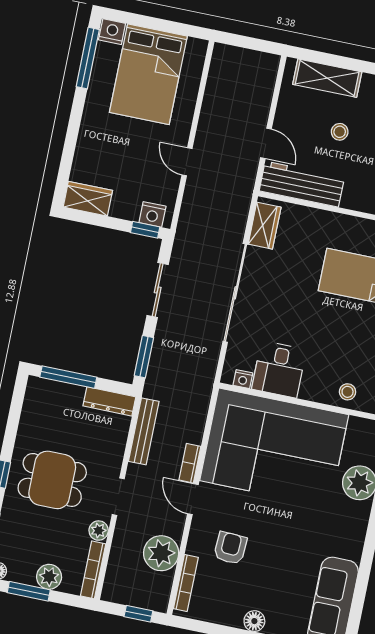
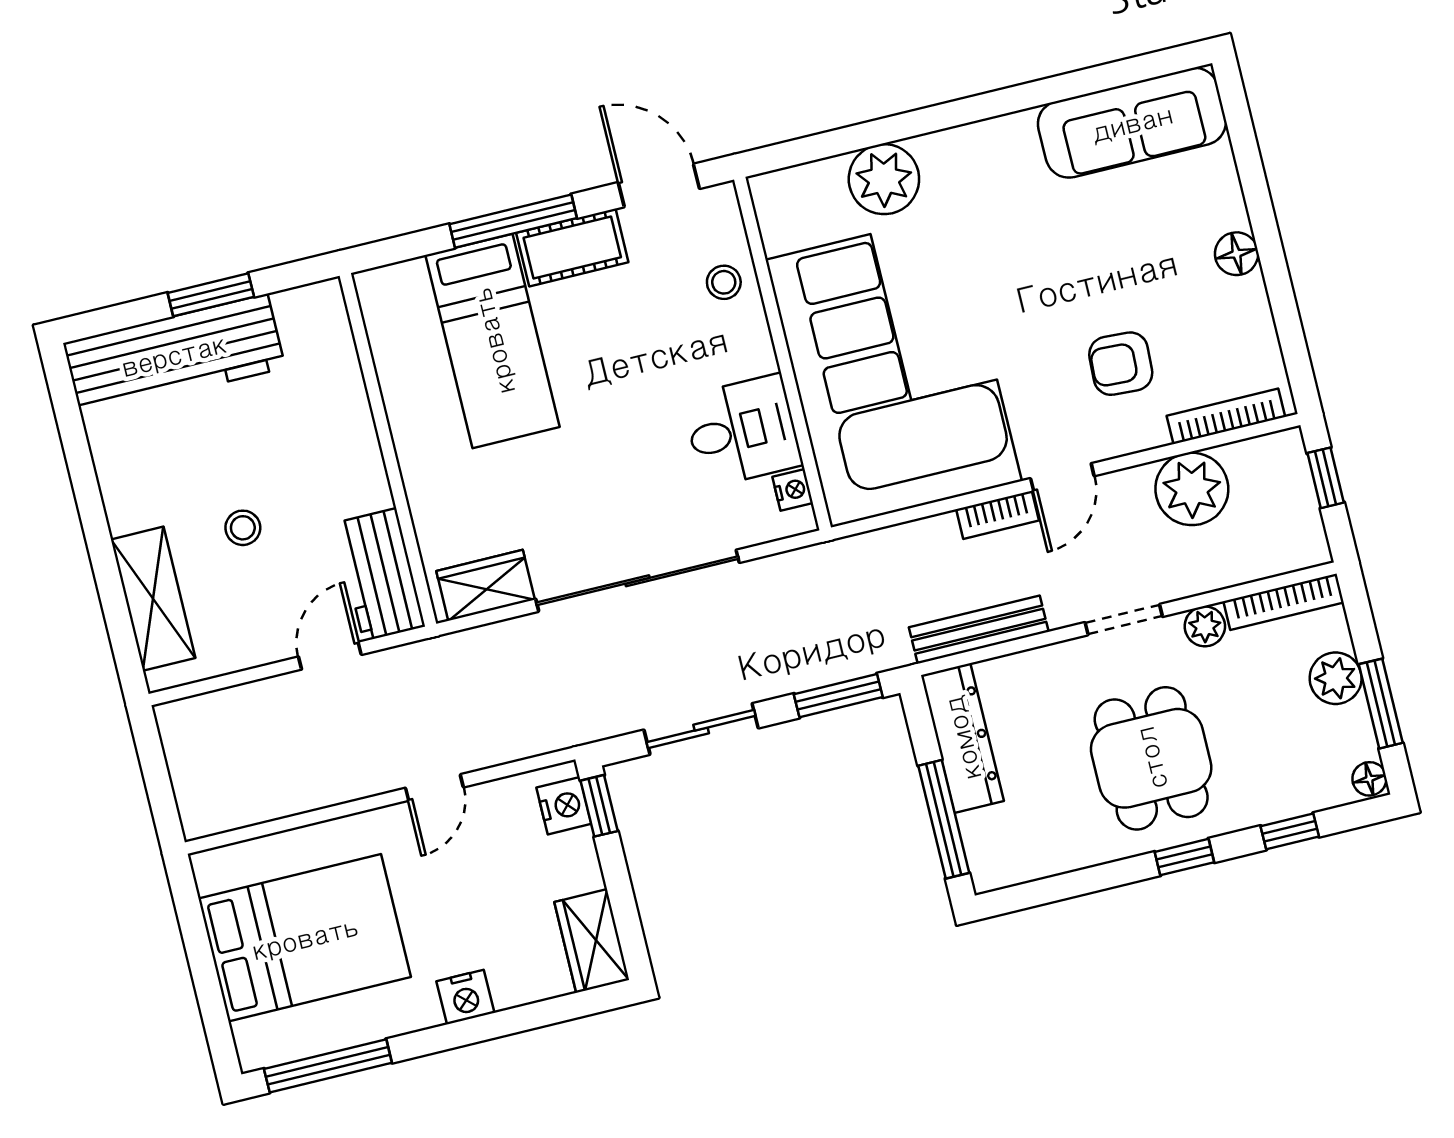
nightstand: (112, 32) -> (465, 997), moved, turned -90
workbench: (302, 184) -> (380, 575), width x0.73
dresser: (109, 401) -> (962, 738), width x1.37, depth x1.24

